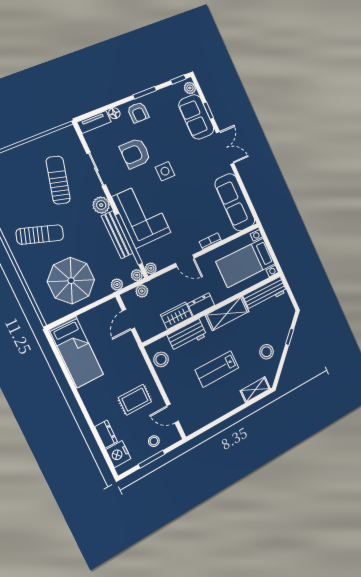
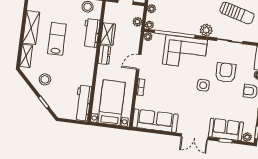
bench: (117, 235) -> (182, 28), removed
shelving: (227, 313) -> (31, 28), moved

